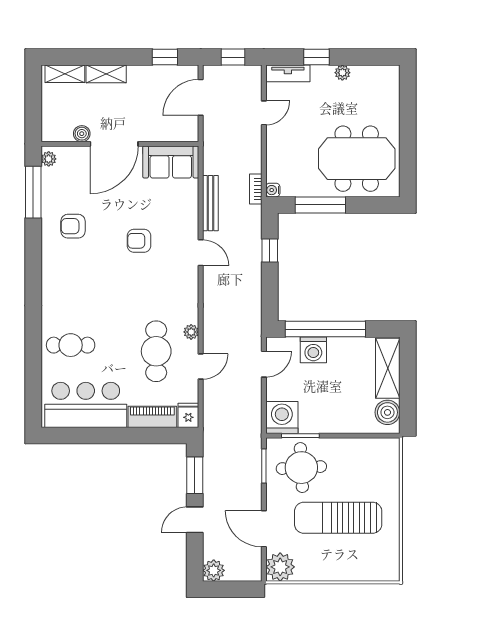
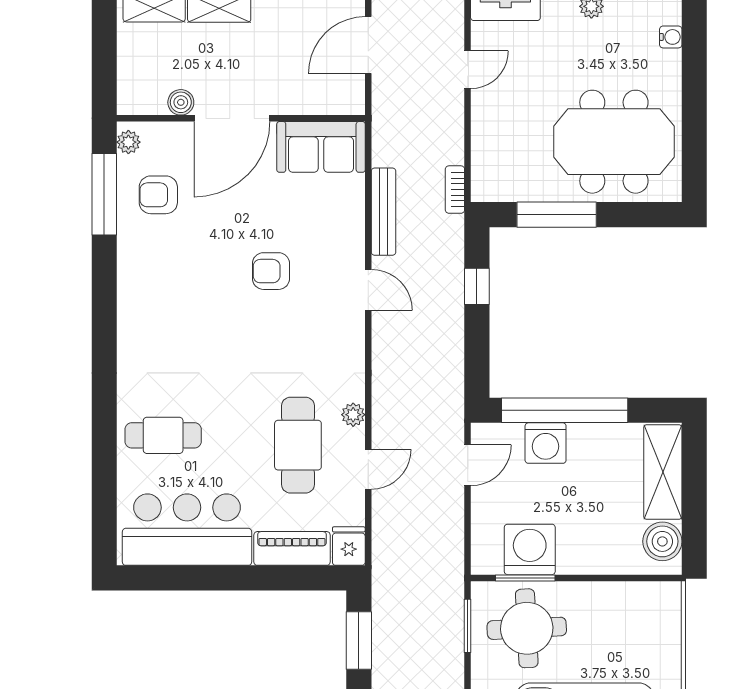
water cooler: (273, 190) -> (671, 37), moved, turned 180
armchair: (73, 226) -> (158, 195), moved
washing machine: (282, 417) -> (530, 549), moved

